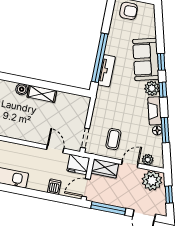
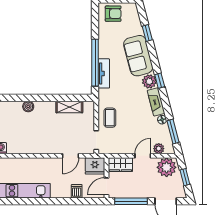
window: (161, 62) -> (147, 33), moved
shelving: (42, 94) -> (69, 107), moved
window: (165, 130) -> (173, 132), moved
coffee table: (113, 139) -> (110, 118), moved
door: (55, 149) -> (71, 156), swing flipped

